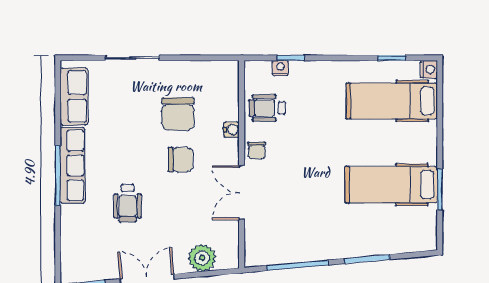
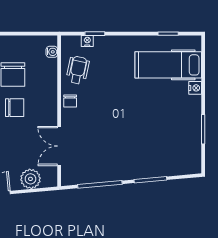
nightstand: (429, 69) -> (195, 88), moved
wheelchair: (267, 108) -> (78, 70), turned 102
water cooler: (231, 130) -> (52, 52), moved
hospital bed: (391, 185) -> (168, 126), removed
double door: (242, 193) -> (59, 146), moved

